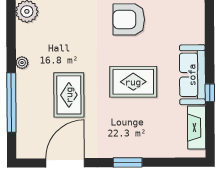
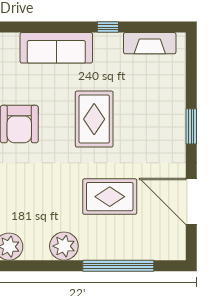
plant: (22, 63) -> (64, 246), width x1.87, depth x1.87
sofa: (192, 75) -> (56, 48), moved

